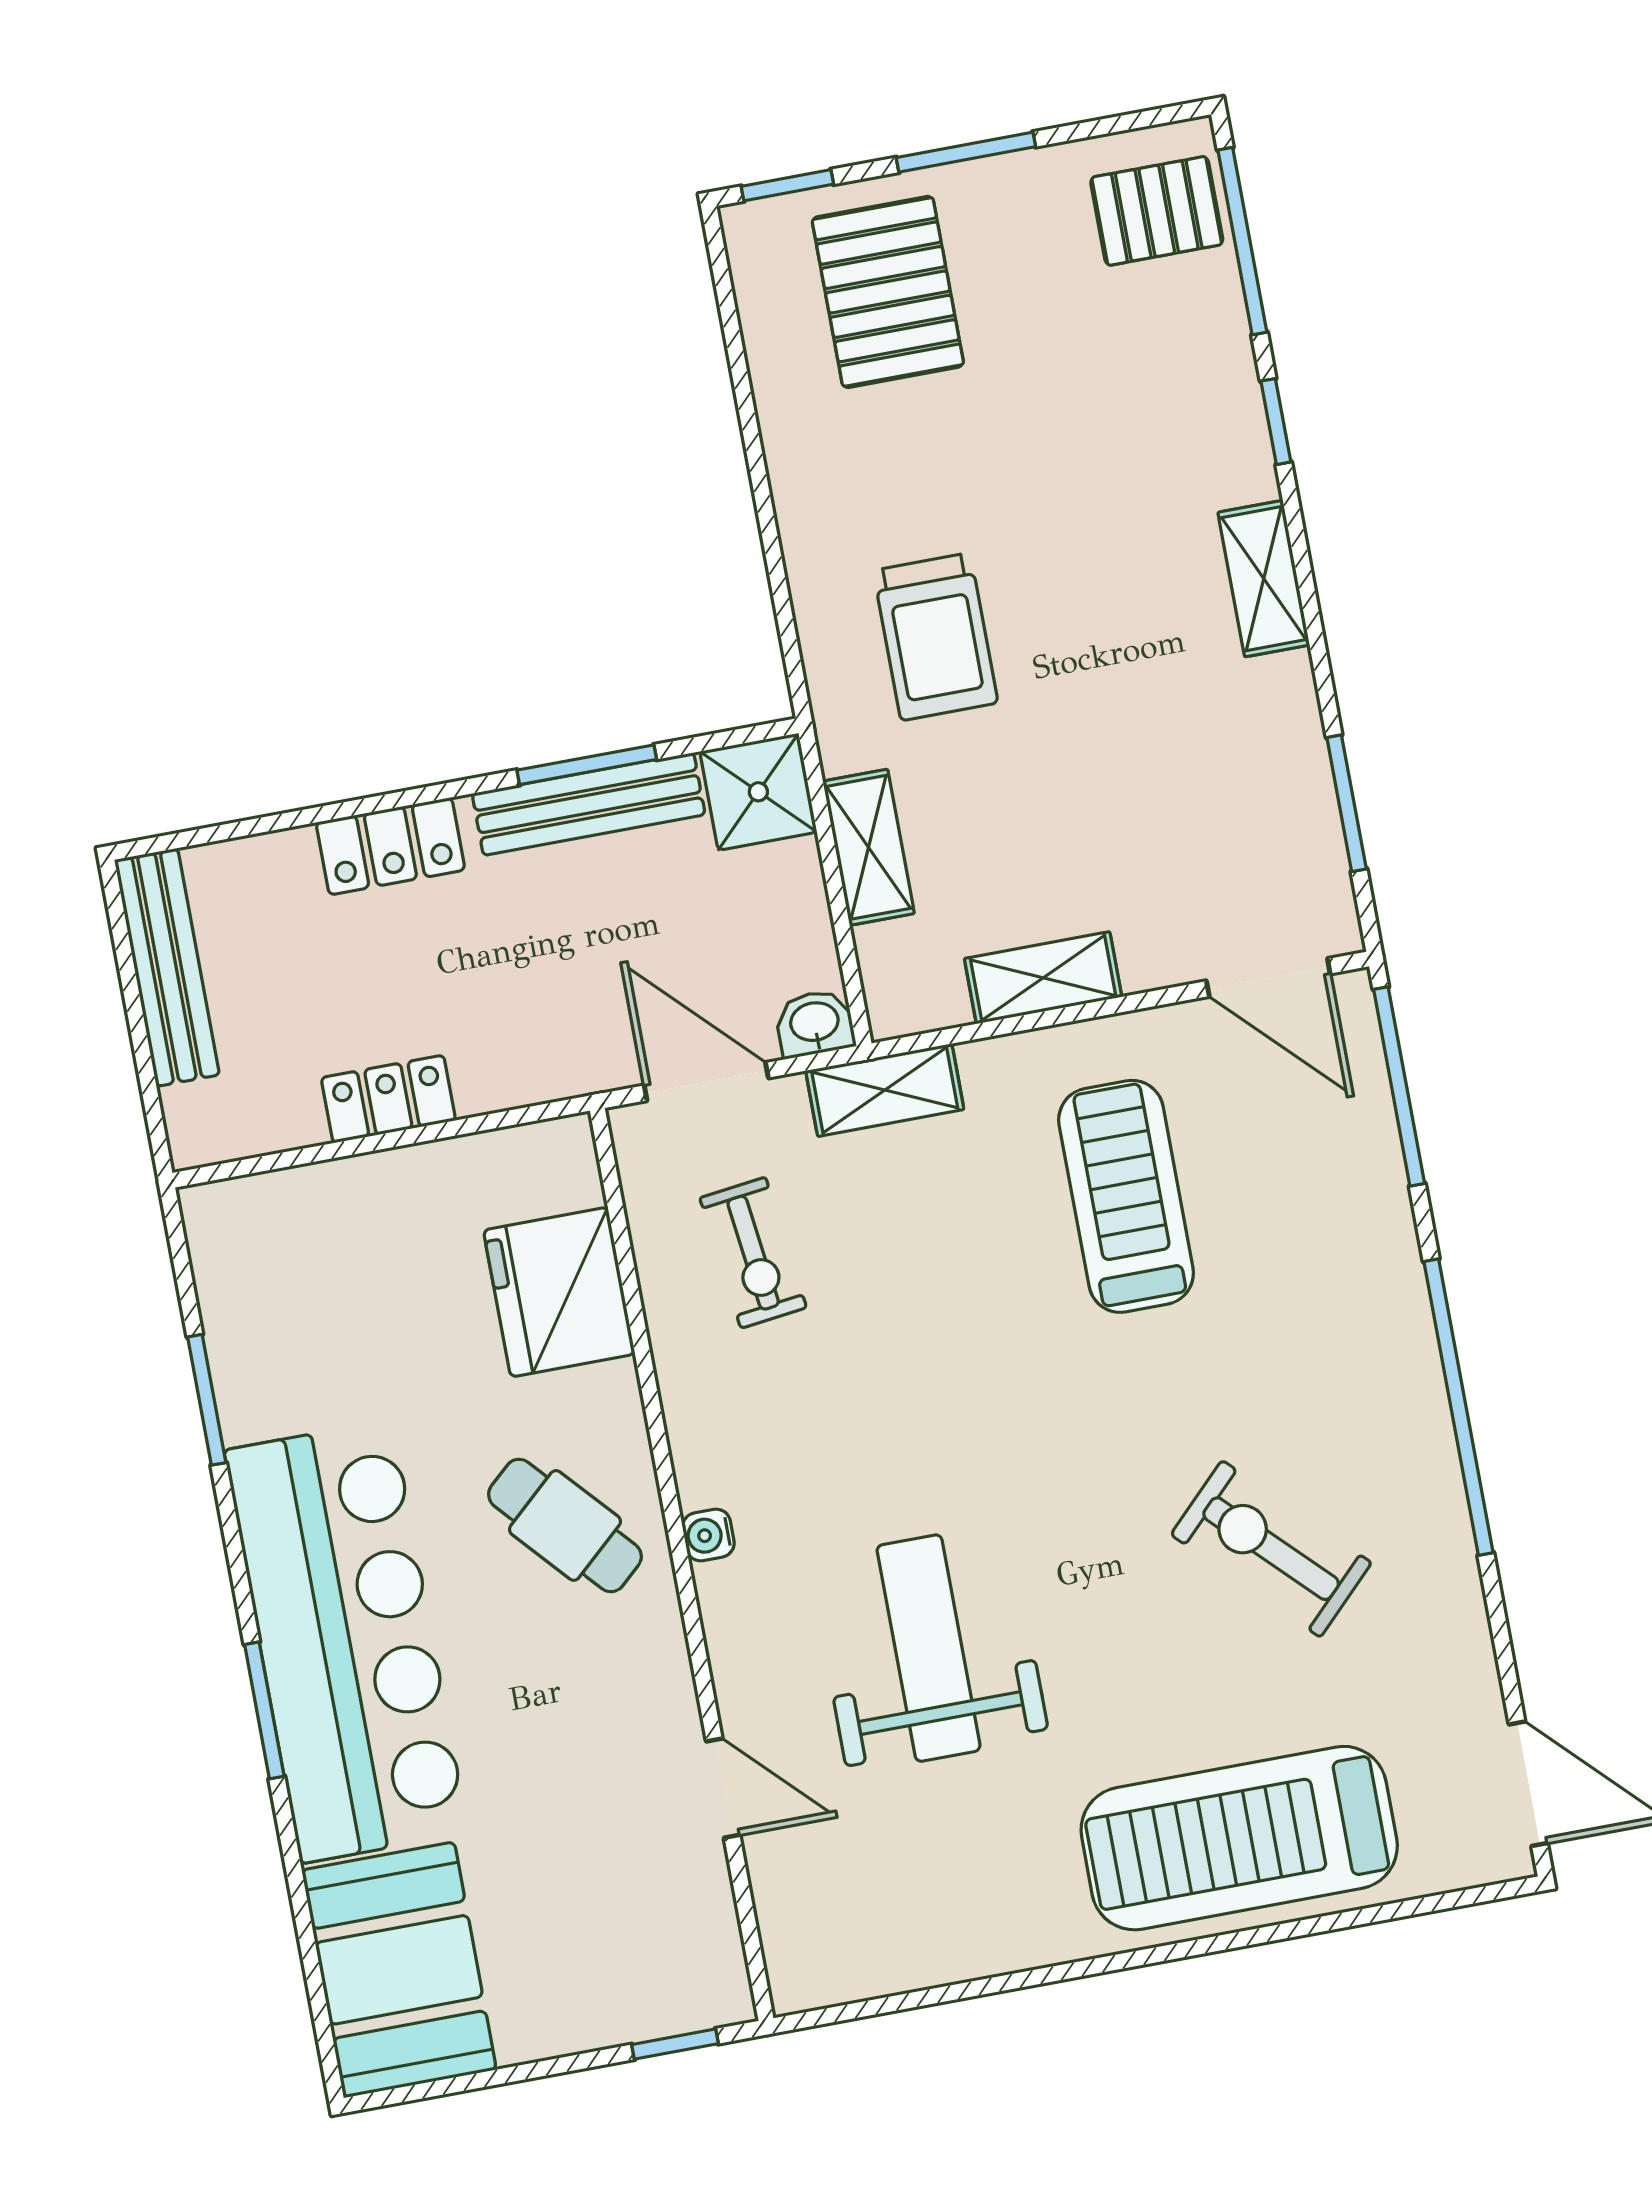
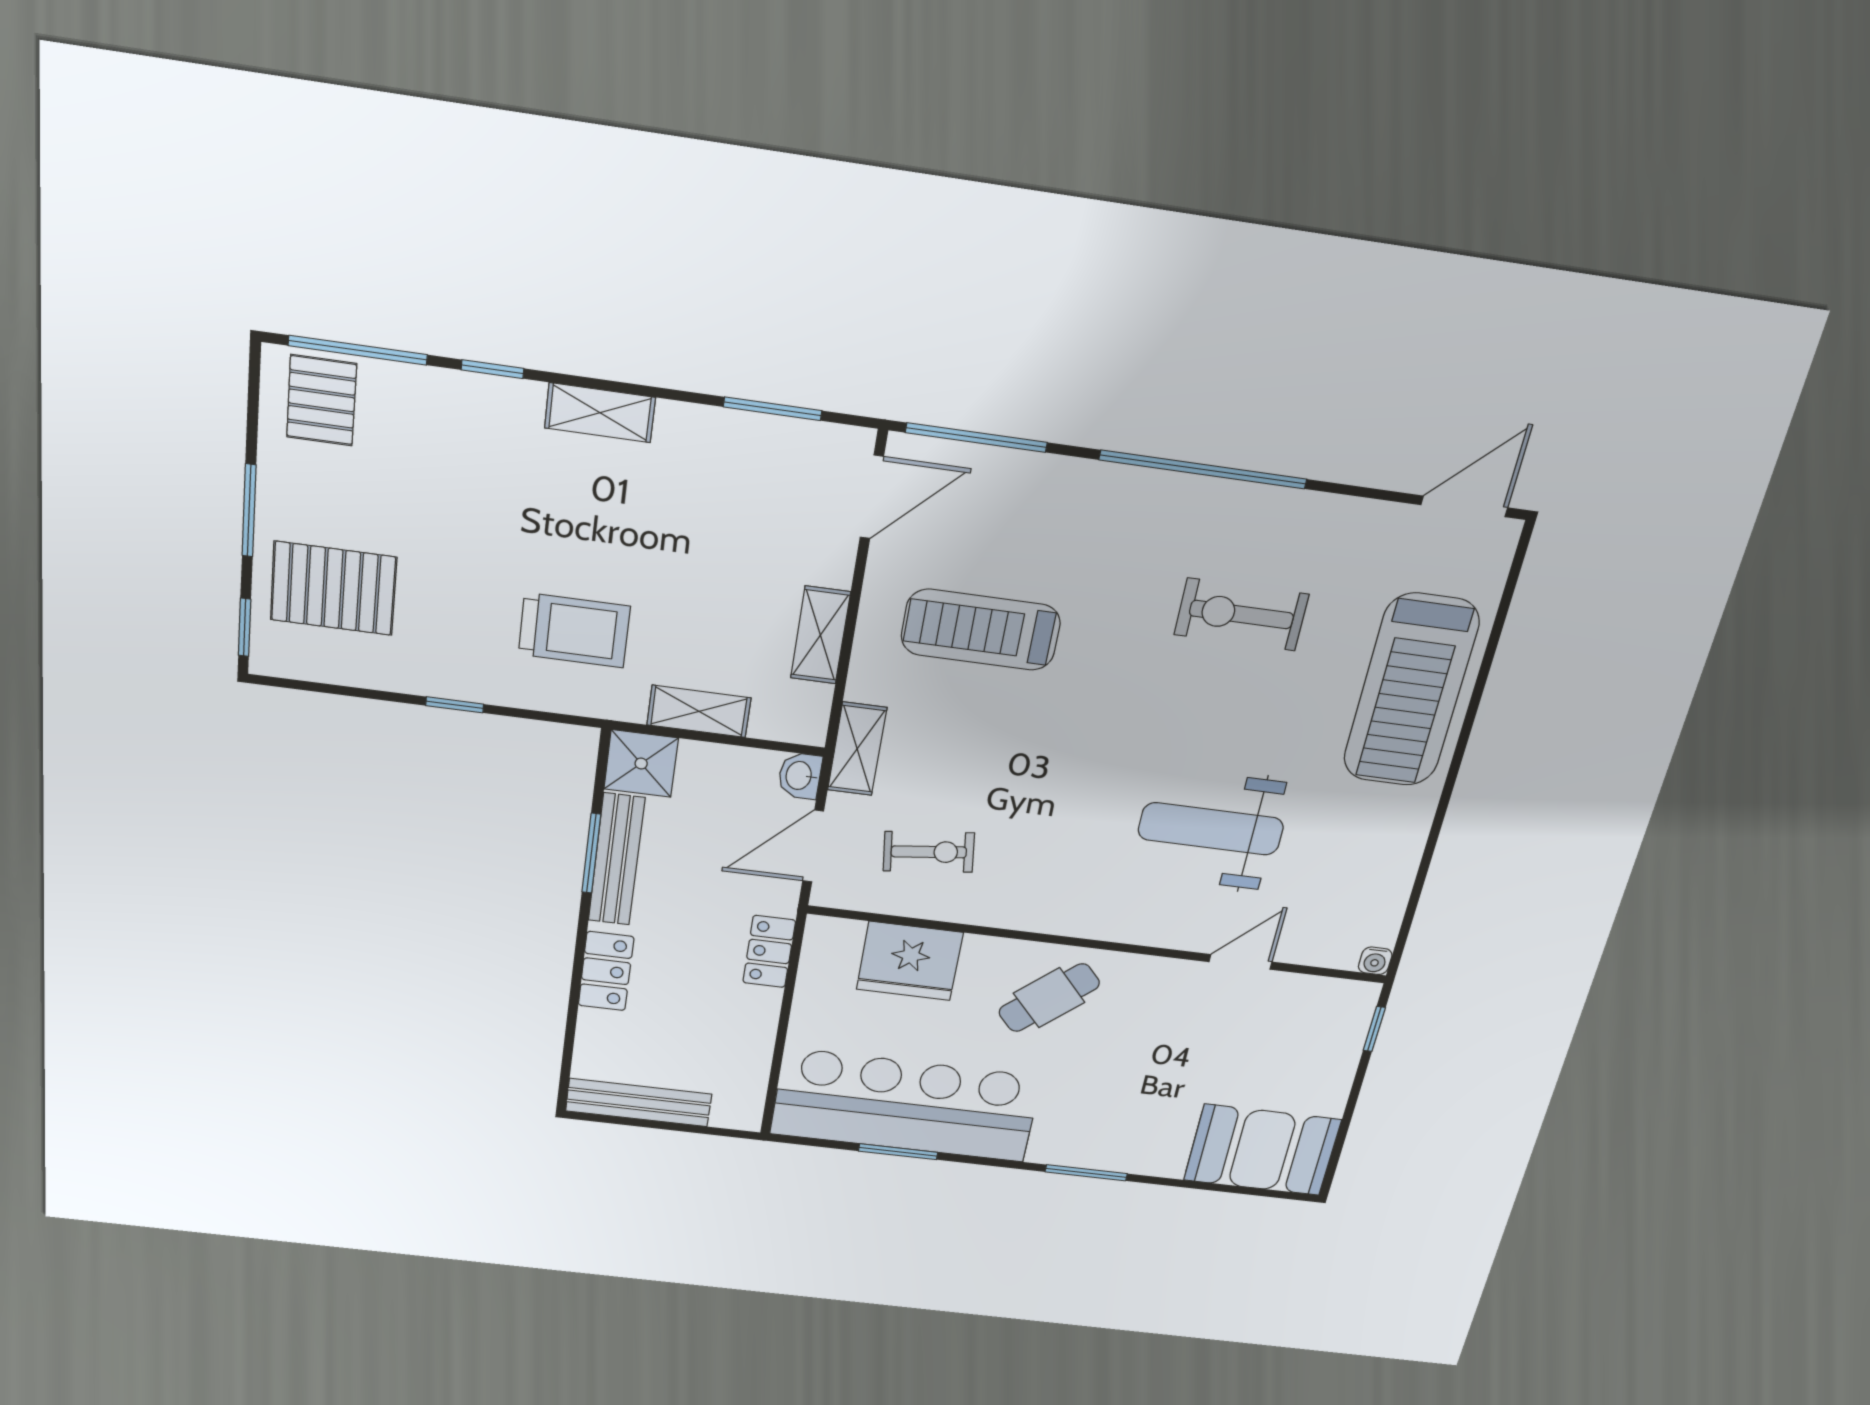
window: (764, 504) -> (455, 705), added
locker: (388, 1099) -> (769, 952), moved
water cooler: (708, 1535) -> (1375, 961), moved
exercise bike: (1271, 1549) -> (1241, 614), turned 45
bar counter: (346, 1641) -> (905, 1105), moved

